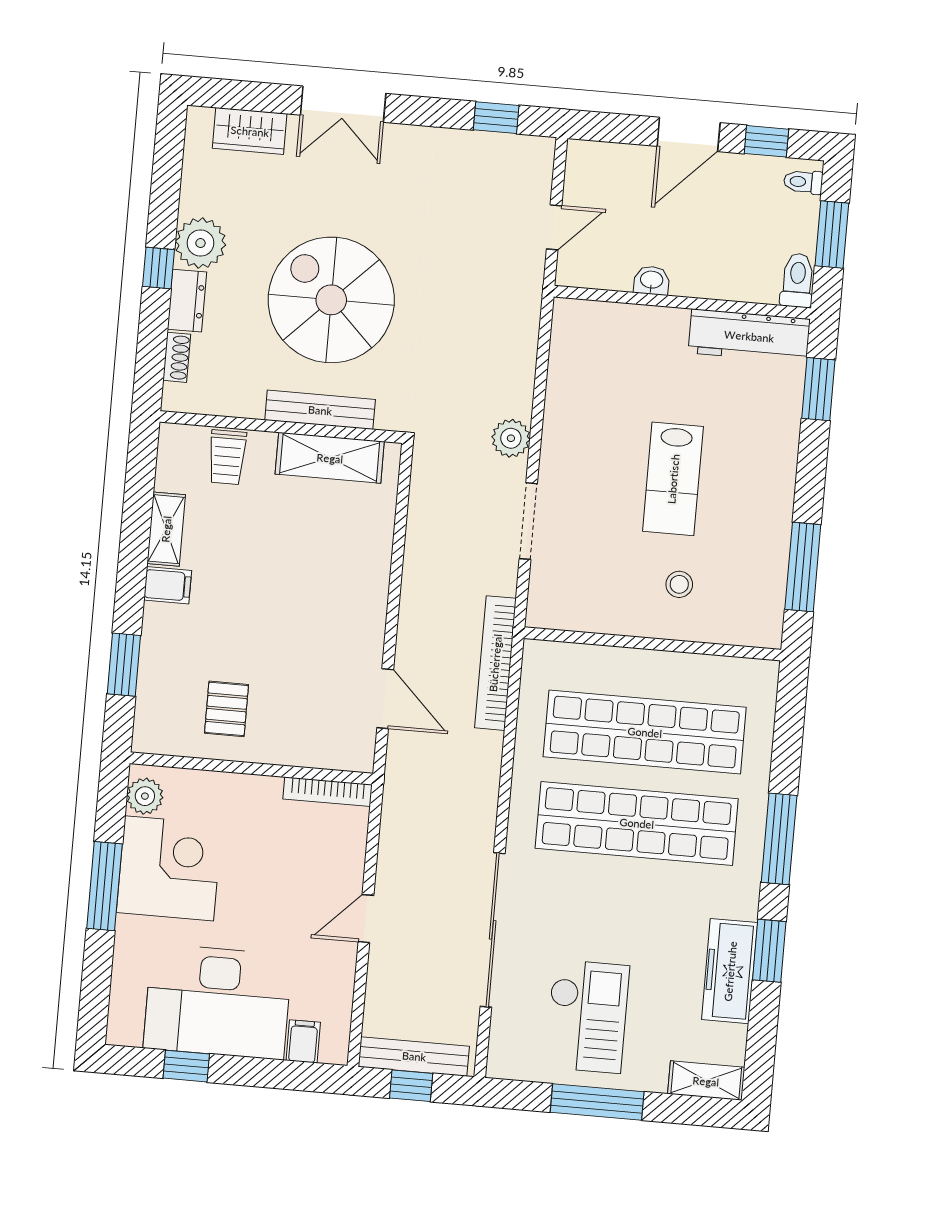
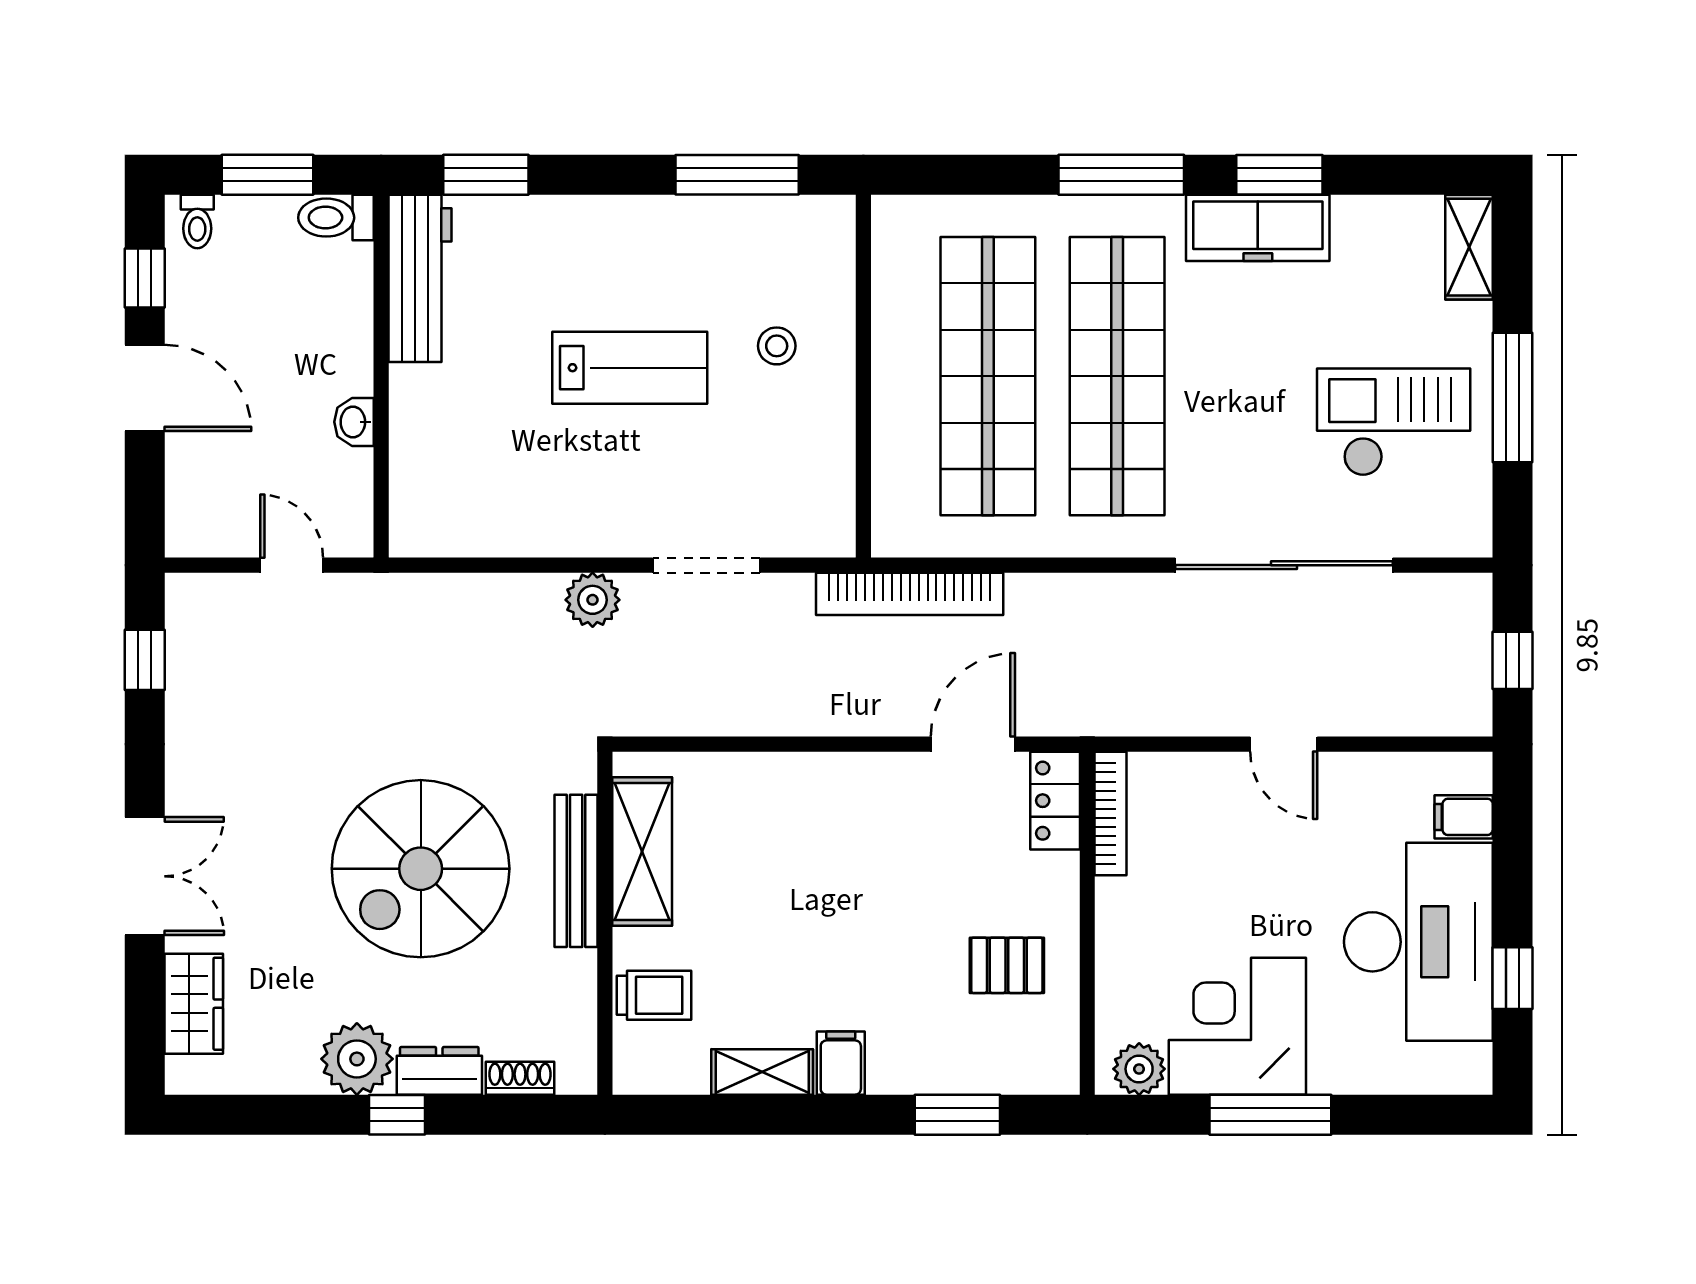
locker: (340, 753) -> (1055, 801), added
freezer: (730, 971) -> (1258, 228), moved
bench: (414, 1056) -> (1471, 660), removed

